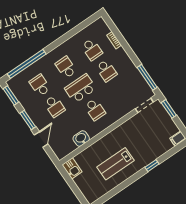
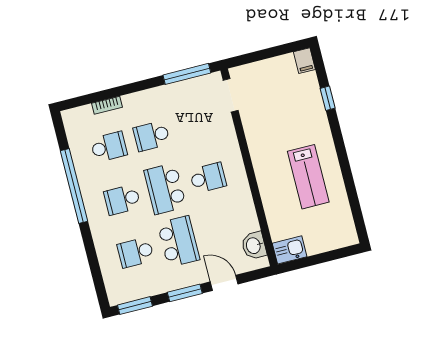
window: (27, 64) -> (74, 186), moved
school desk: (106, 71) -> (152, 136), turned 180
school desk: (54, 106) -> (179, 241), width x1.85
window: (169, 109) -> (251, 58), removed
washbasin: (81, 139) -> (254, 246), moved
window: (152, 166) -> (328, 98), moved

